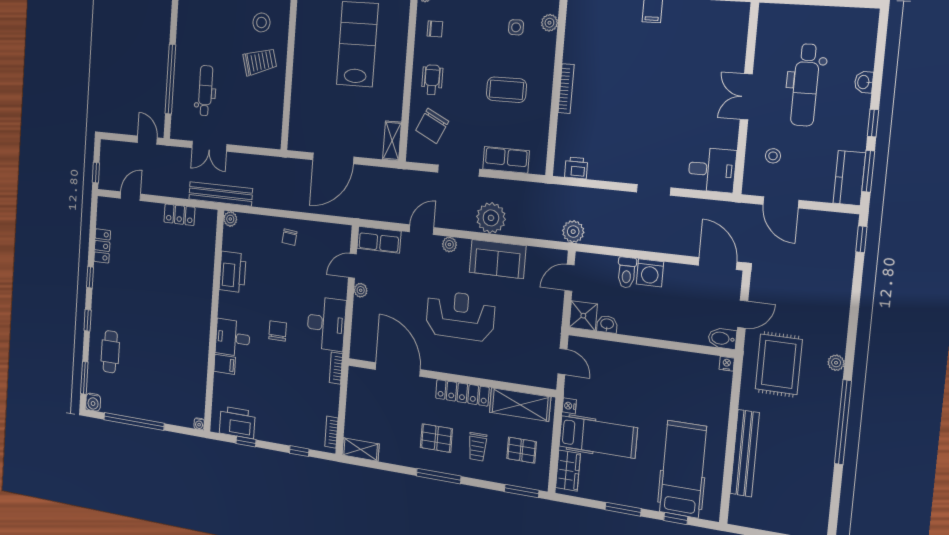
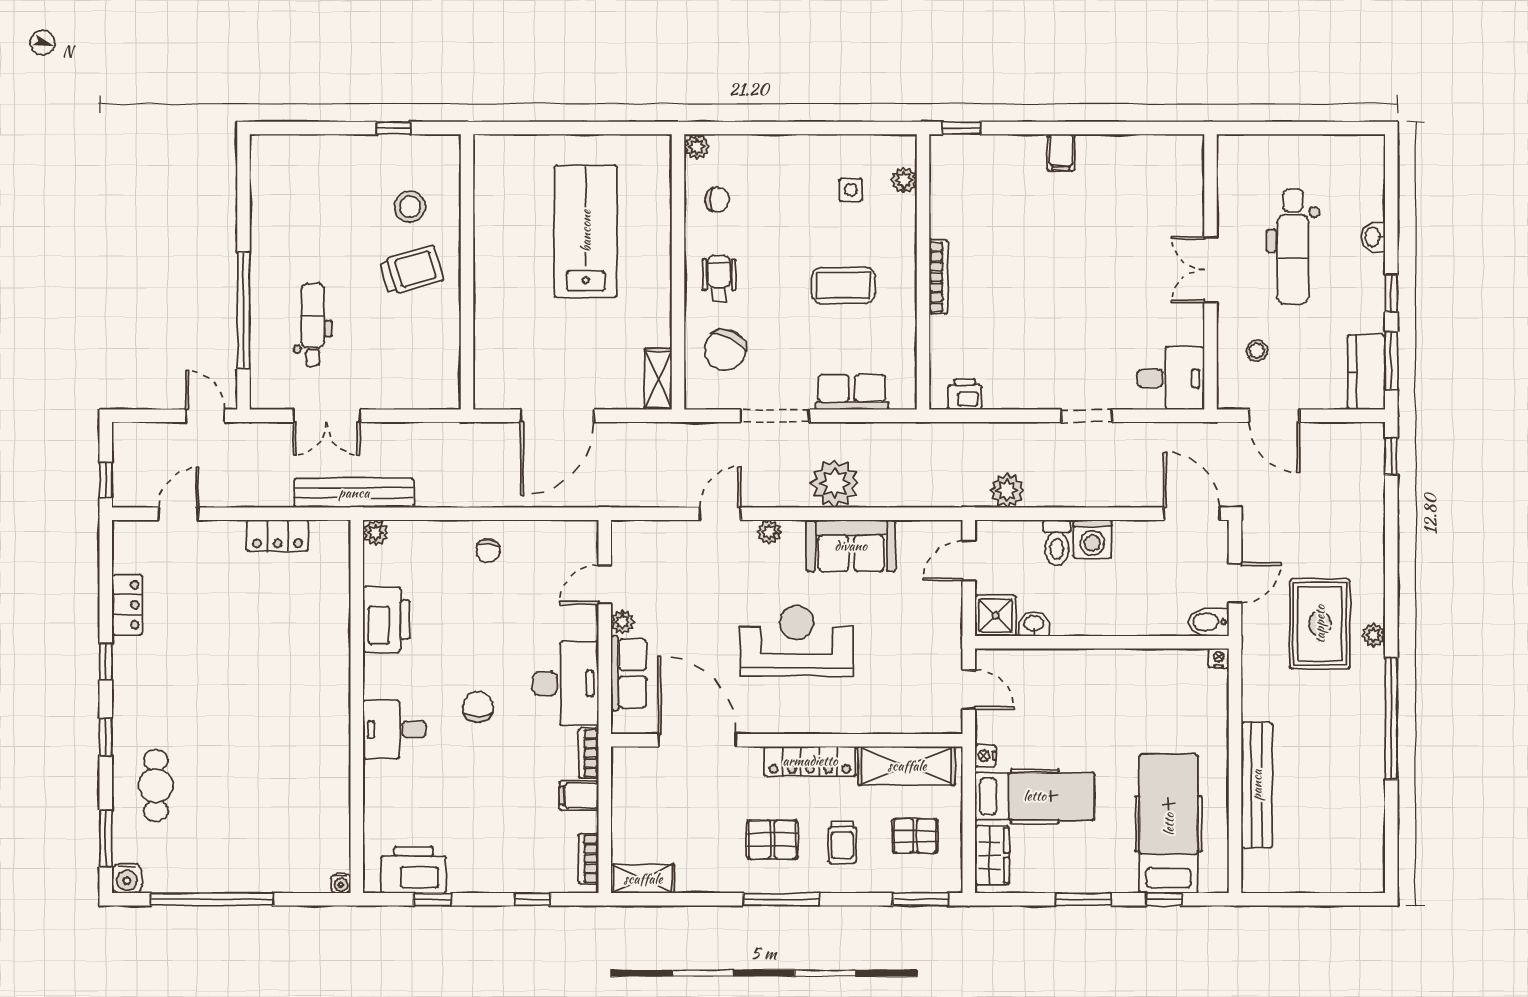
plant: (573, 232) -> (1007, 490), moved
row of seats: (379, 240) -> (629, 673), moved, turned -90
filing cabinet: (225, 364) -> (579, 796), moved, turned 180
rug: (779, 364) -> (1320, 624), moved

